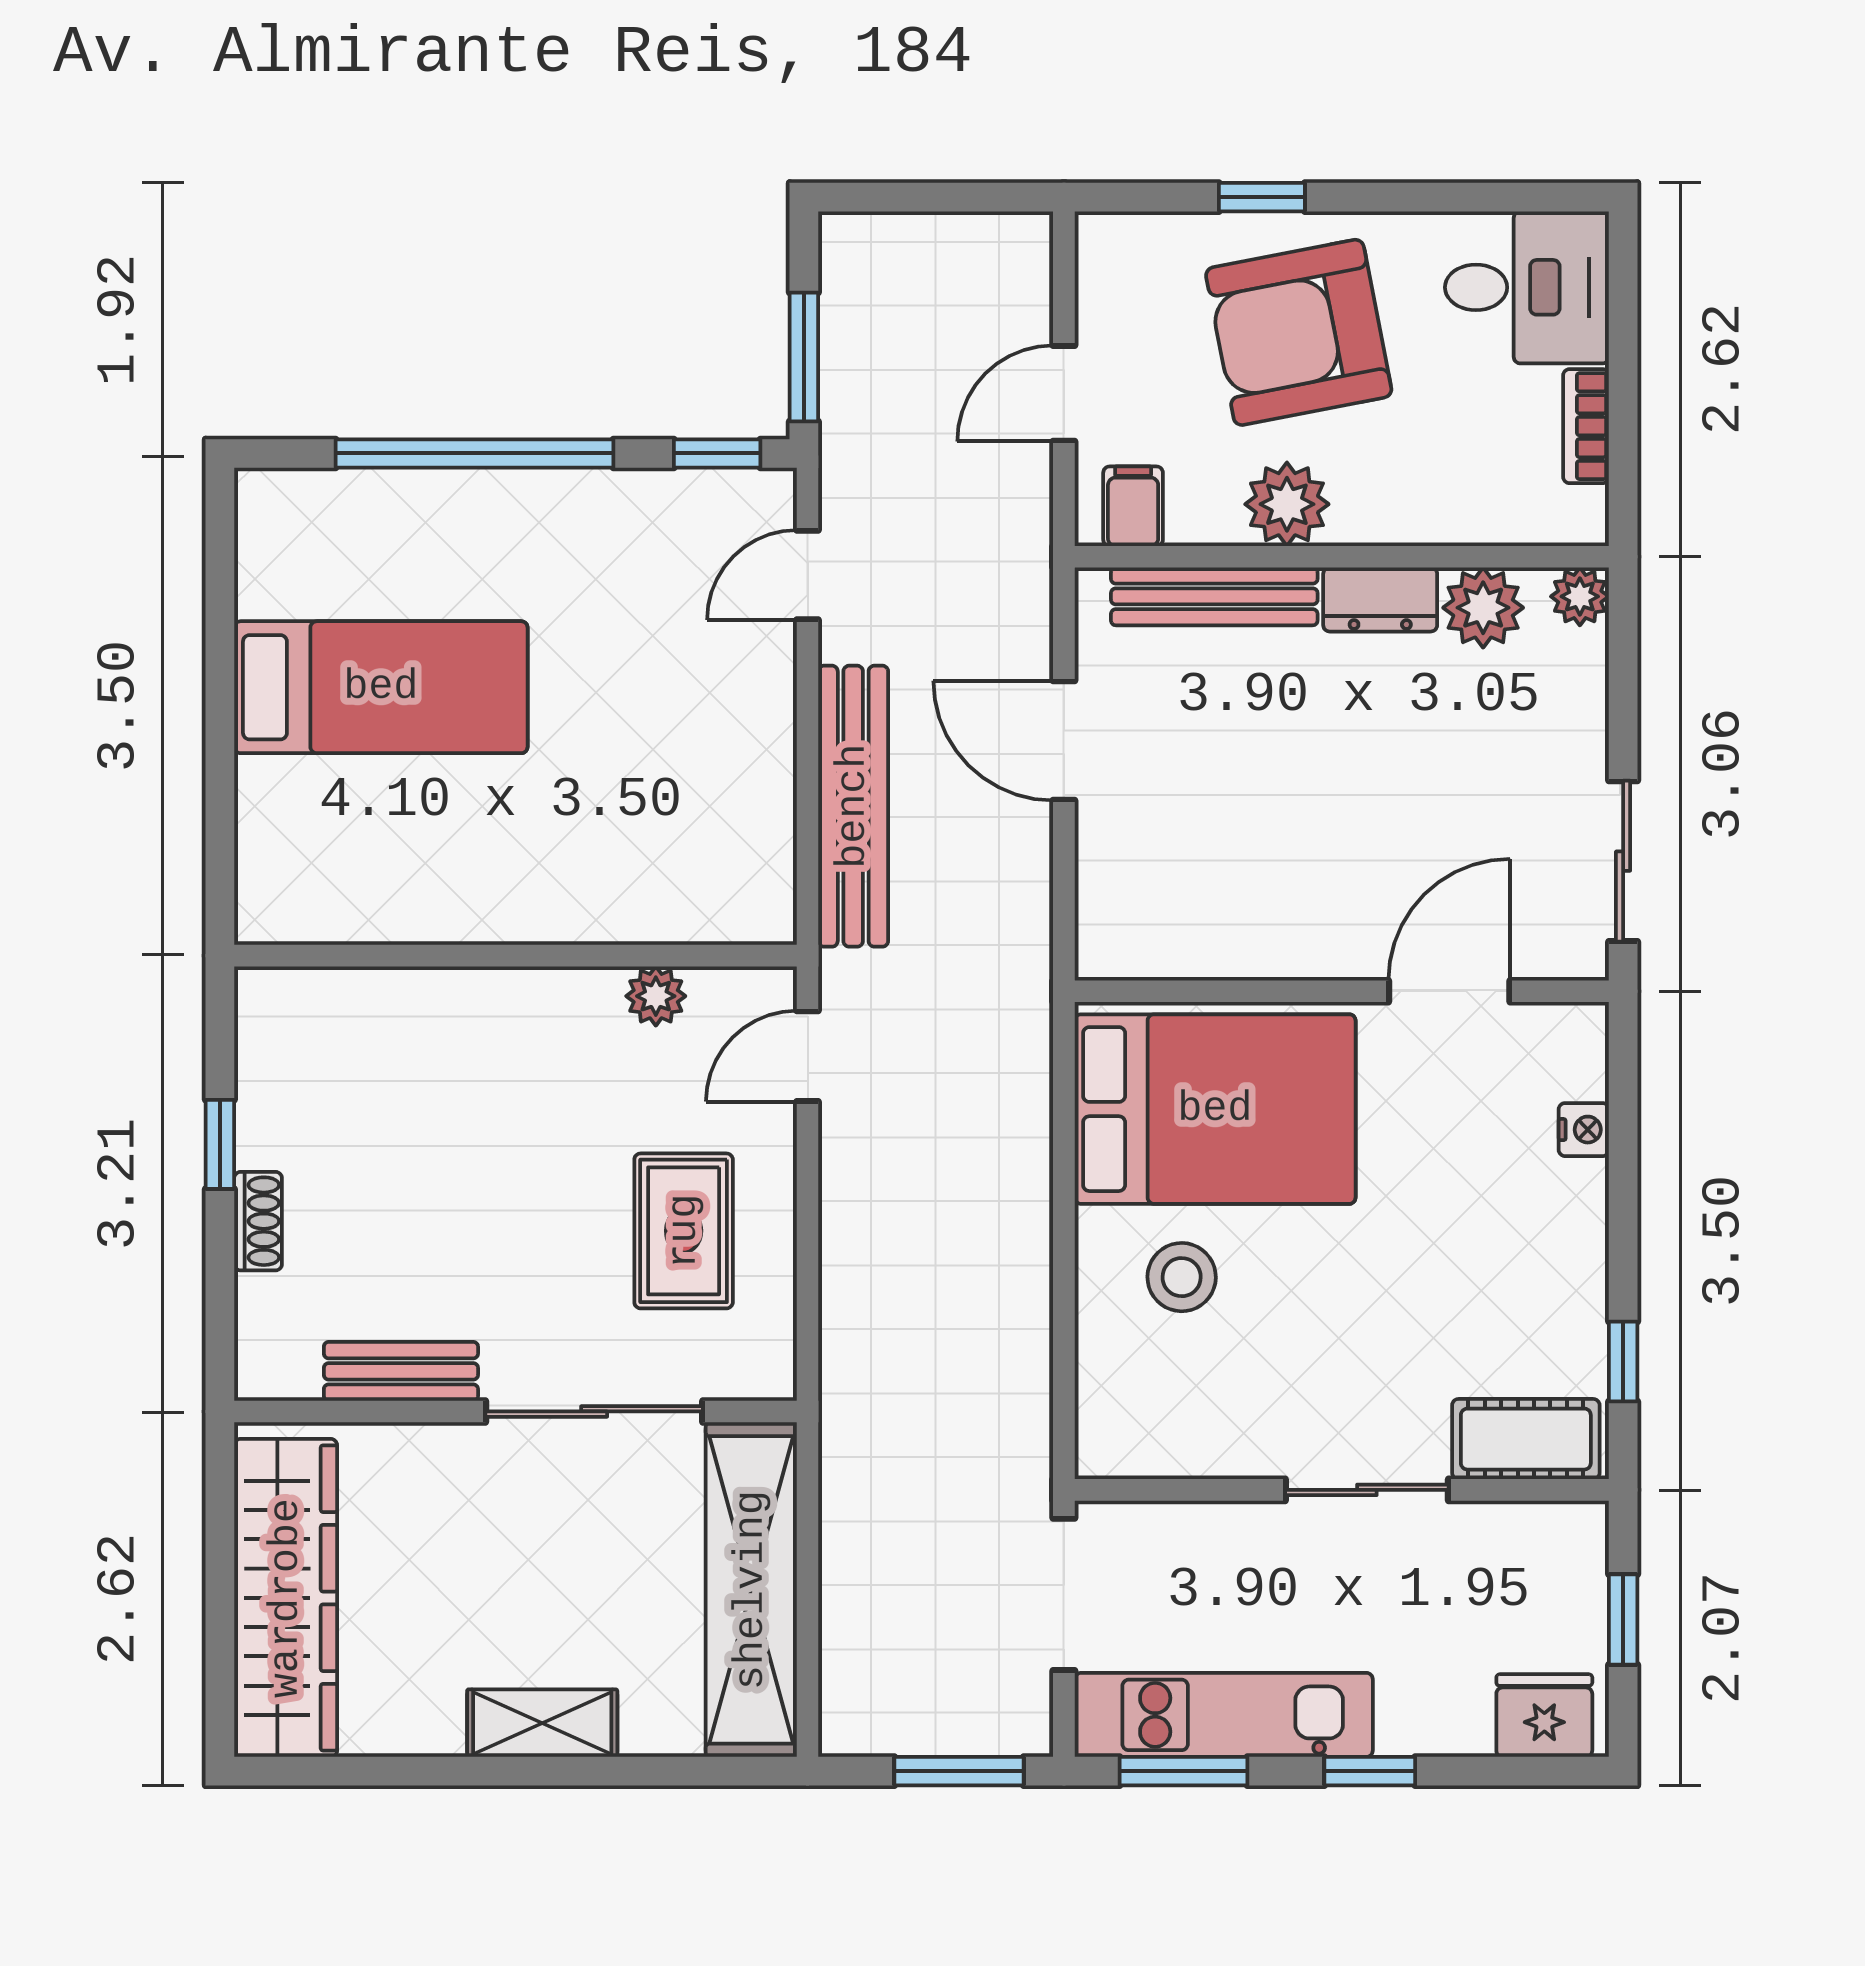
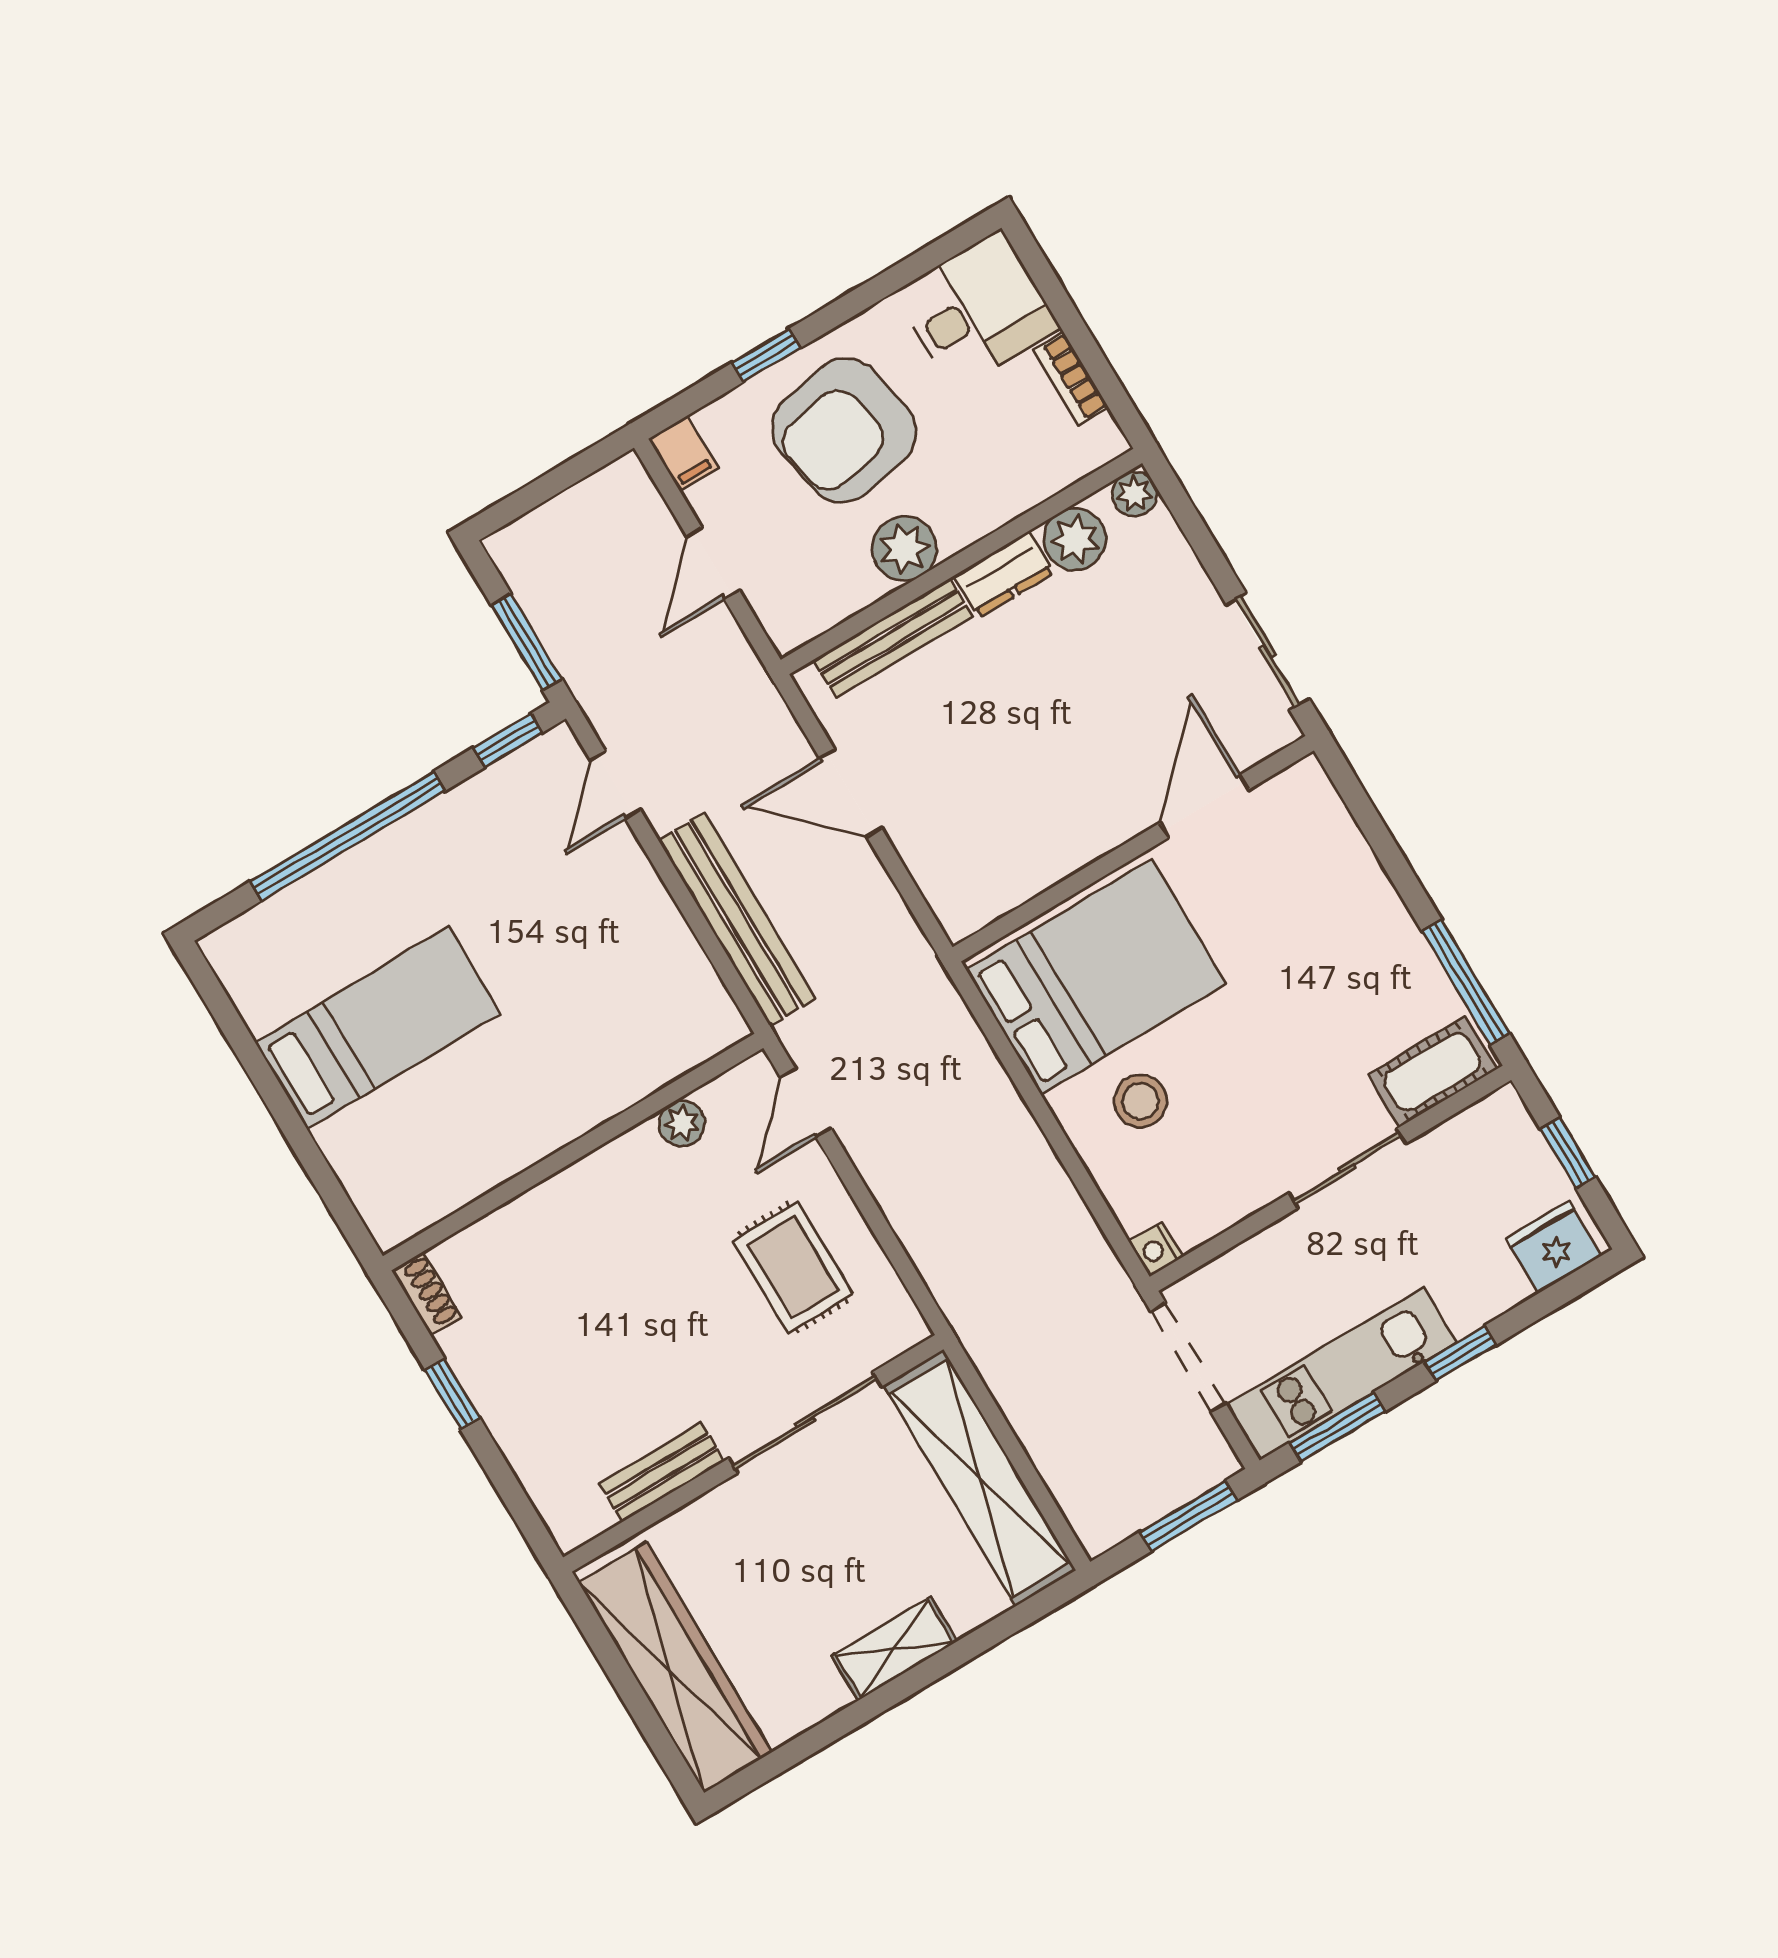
filing cabinet: (1133, 506) -> (684, 453), moved, turned 180
nightstand: (1584, 1130) -> (1156, 1249), moved, turned 180
shoe rack: (258, 1221) -> (427, 1294), moved
window: (1623, 1361) -> (1466, 982), width x2.17

